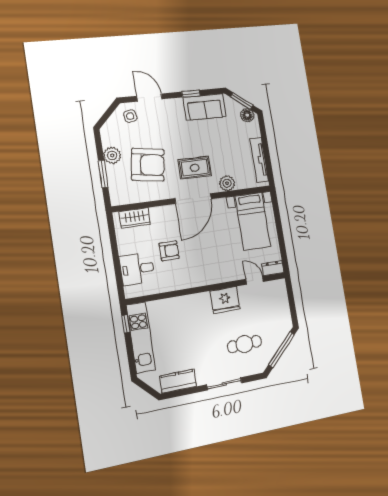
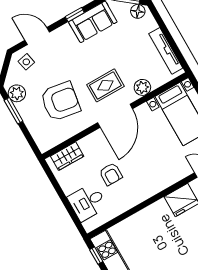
plant: (112, 155) -> (17, 93), moved
window: (103, 174) -> (14, 111), moved
armchair: (169, 251) -> (111, 174), turned 90

